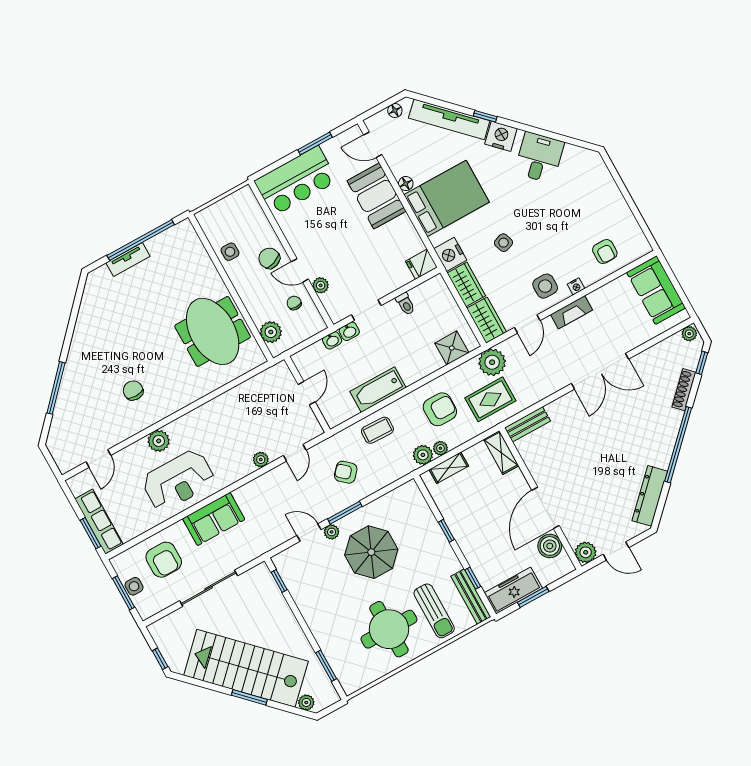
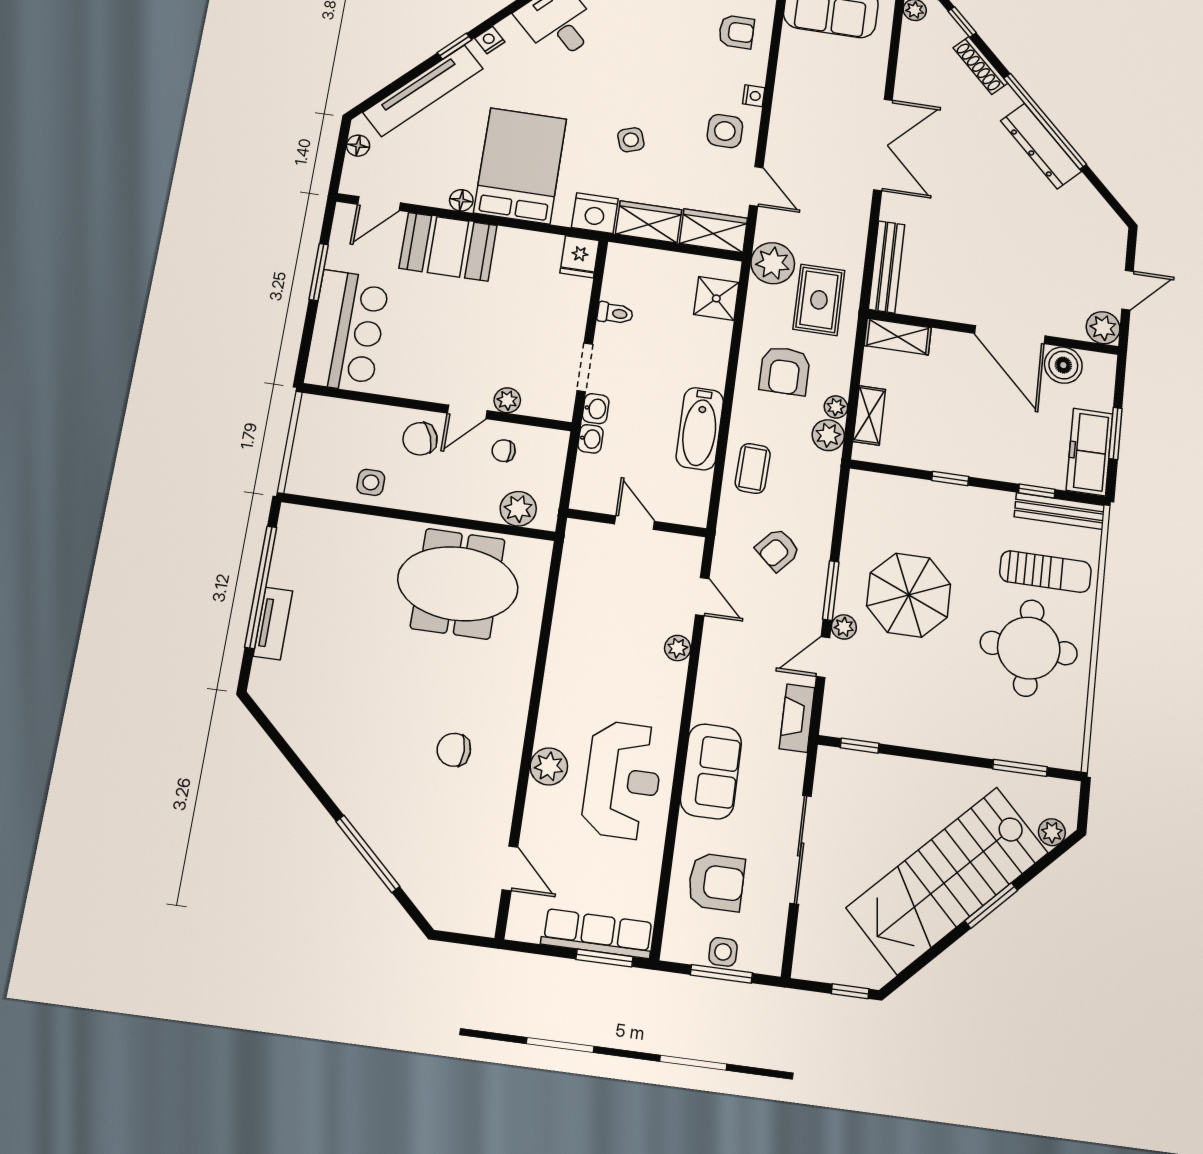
nightstand: (501, 136) -> (490, 40), width x0.53, depth x0.56
fireplace: (571, 312) -> (797, 718), moved, turned 180
armchair: (440, 409) -> (785, 371), turned 180
bench: (527, 424) -> (887, 267), width x1.36
dresser: (650, 496) -> (1041, 146), moved

